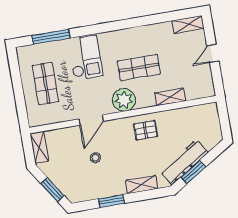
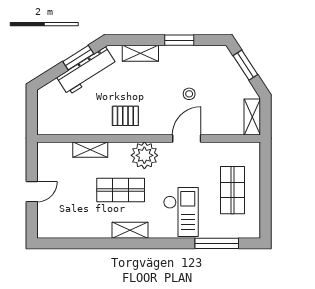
shelving: (188, 25) -> (130, 230), moved
checkout: (85, 58) -> (181, 212), turned 180

